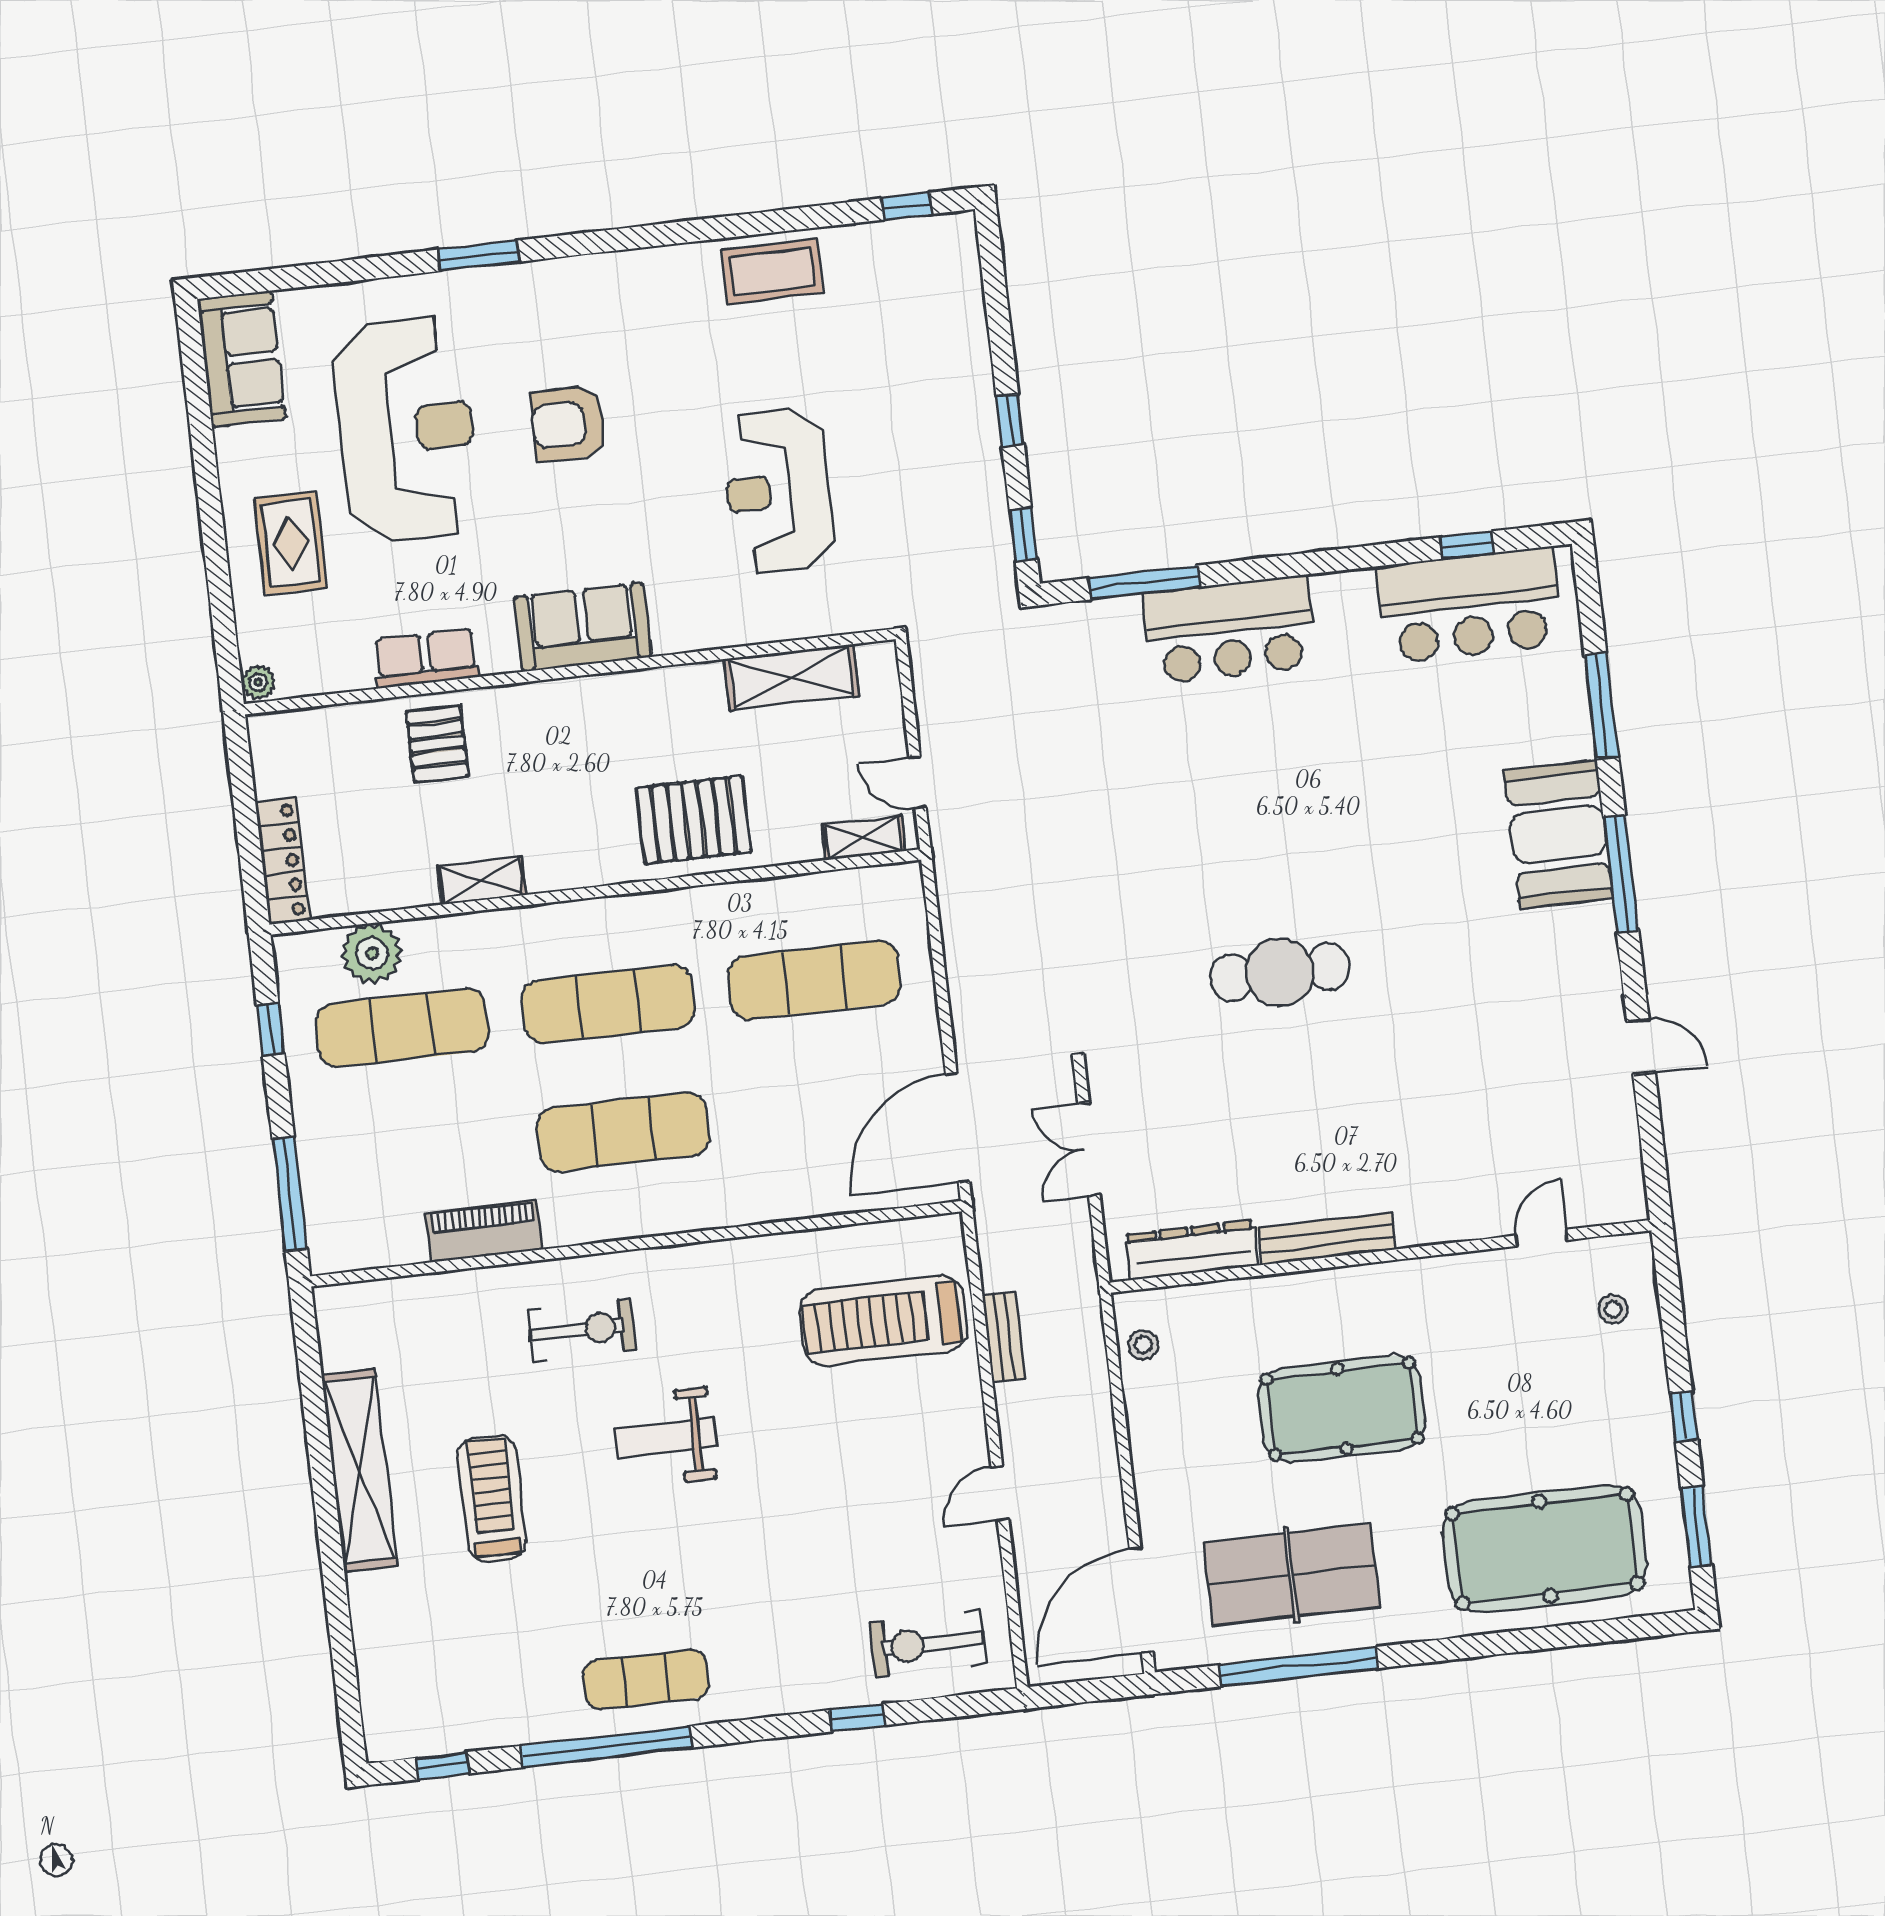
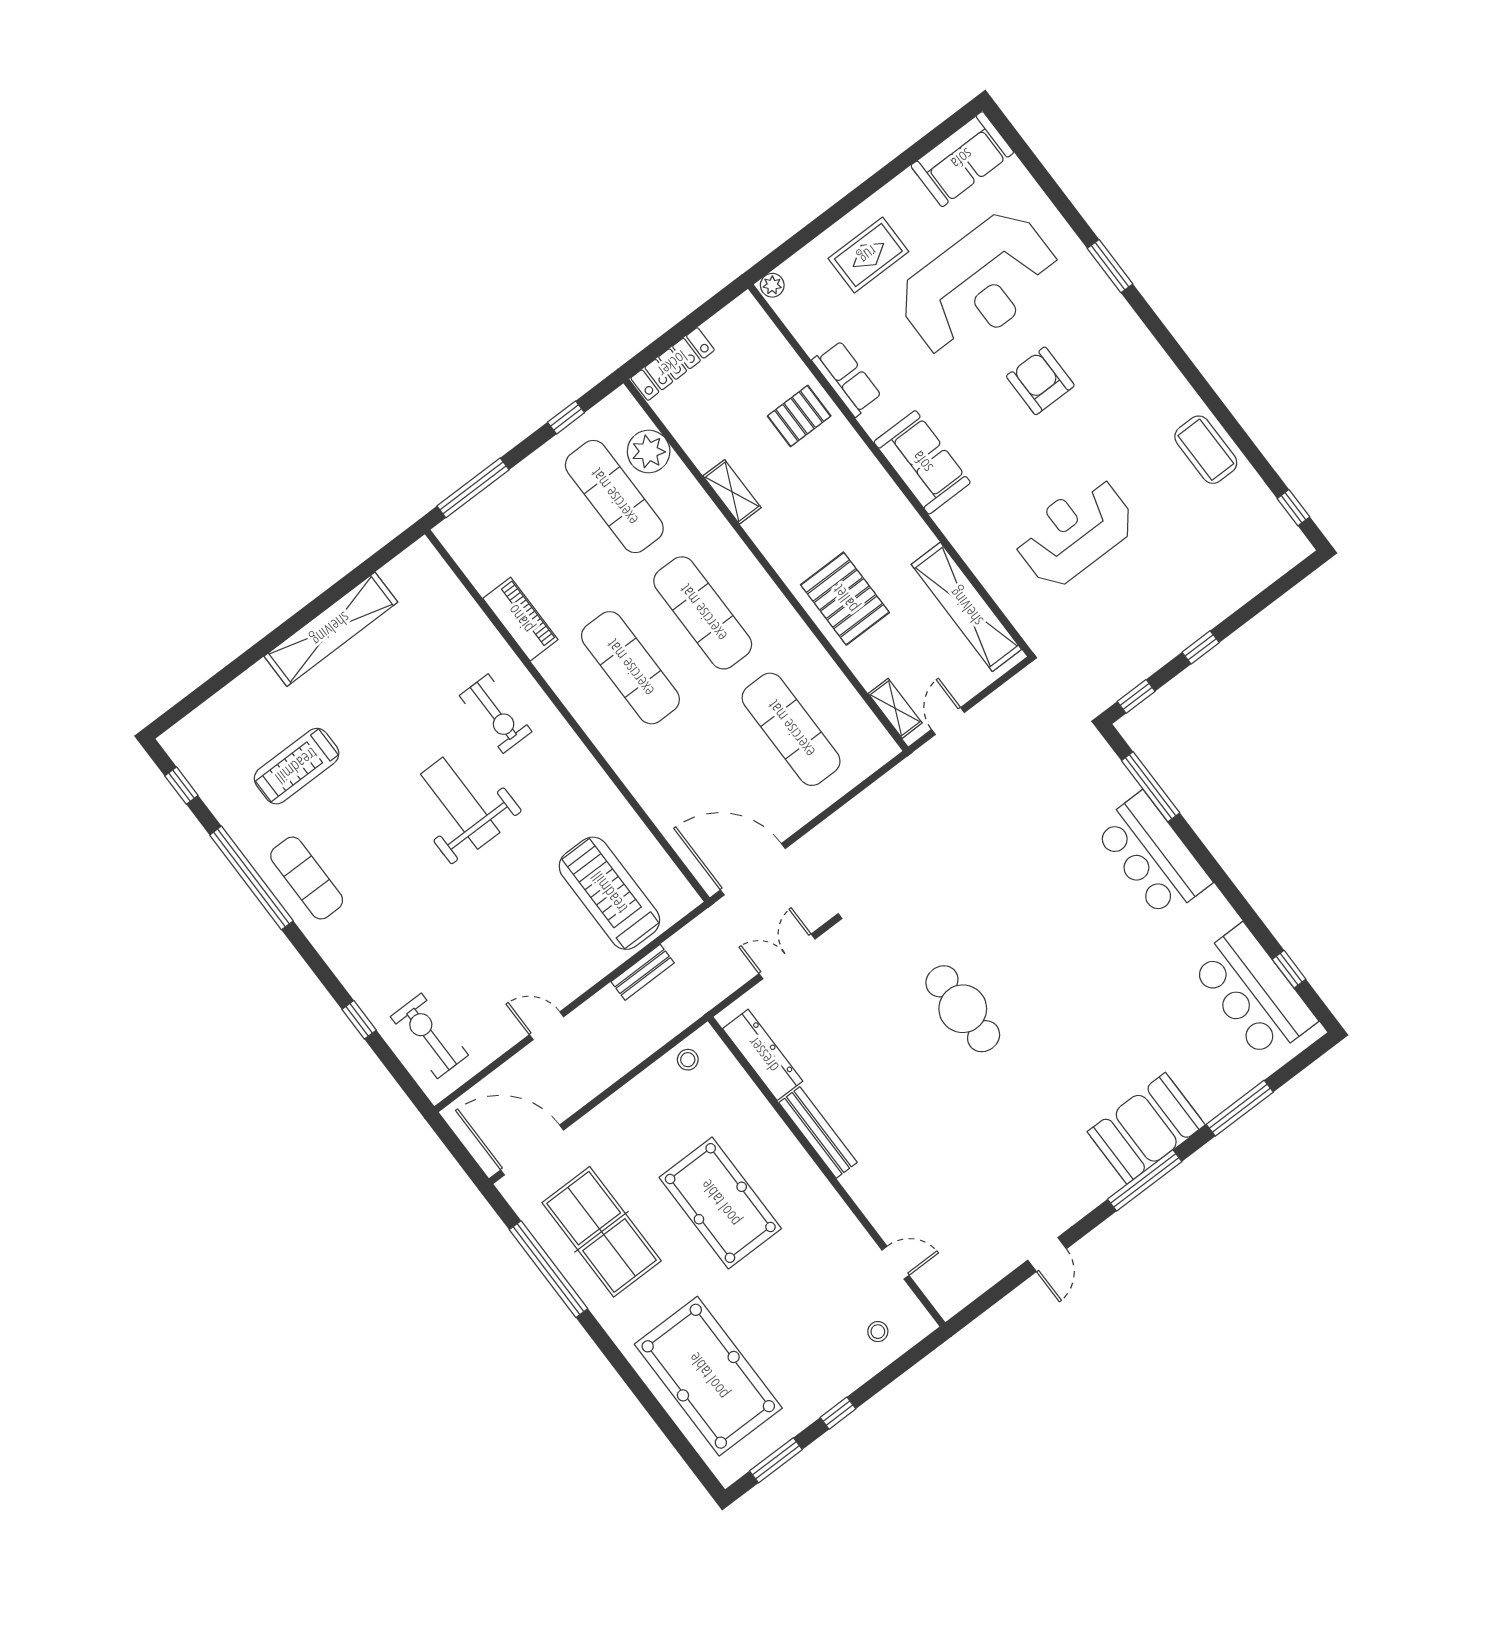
shelving: (791, 677) -> (966, 607), width x1.47
weight bench: (666, 1438) -> (460, 803), width x1.36, depth x1.33
treadmill: (492, 1499) -> (297, 766), moved, turned 180

